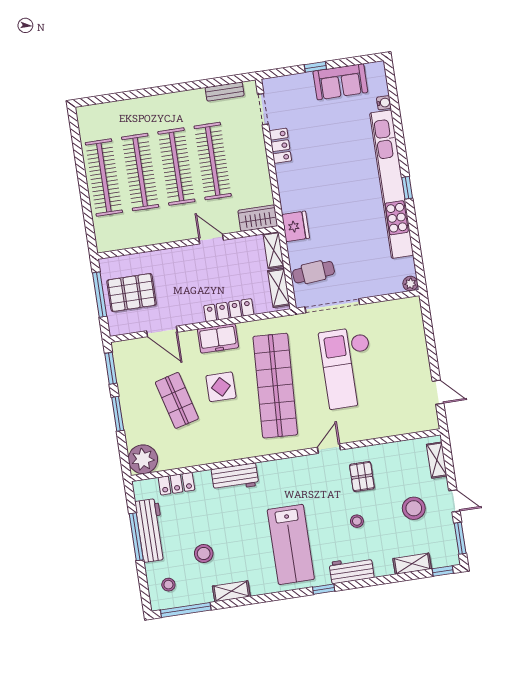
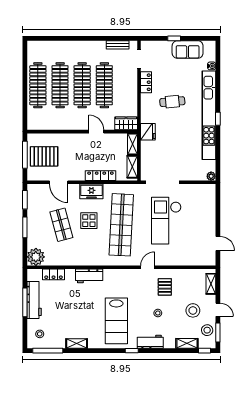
cafe table: (314, 272) -> (172, 102), moved
stool: (204, 553) -> (207, 330), moved

